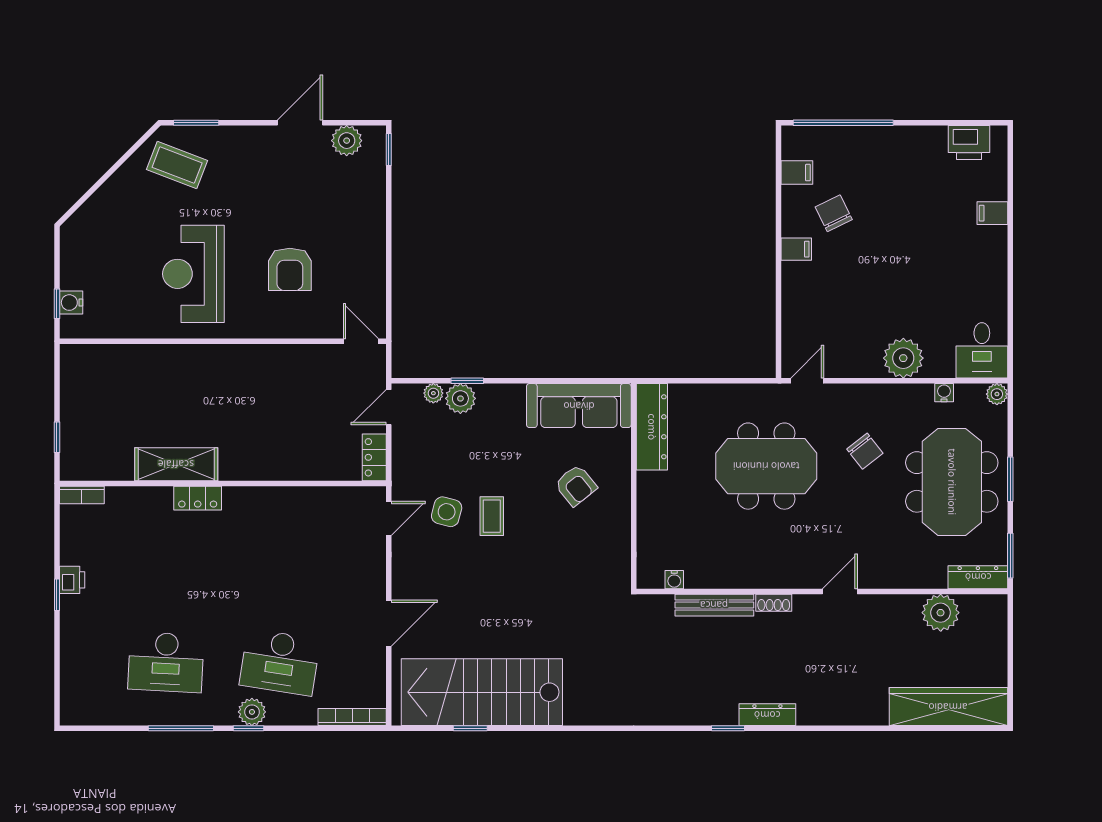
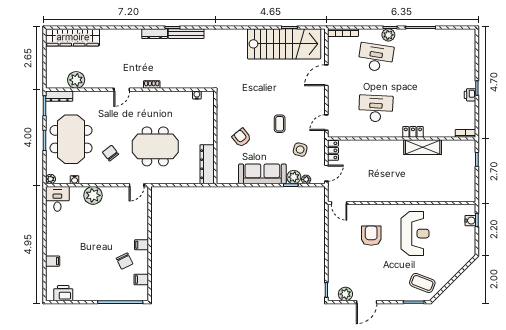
sofa: (579, 406) -> (262, 174), moved
side table: (447, 512) -> (300, 150), moved
bench: (714, 605) -> (186, 34), moved
desk: (166, 662) -> (376, 109), moved

